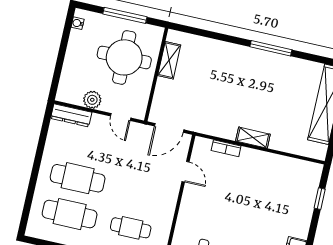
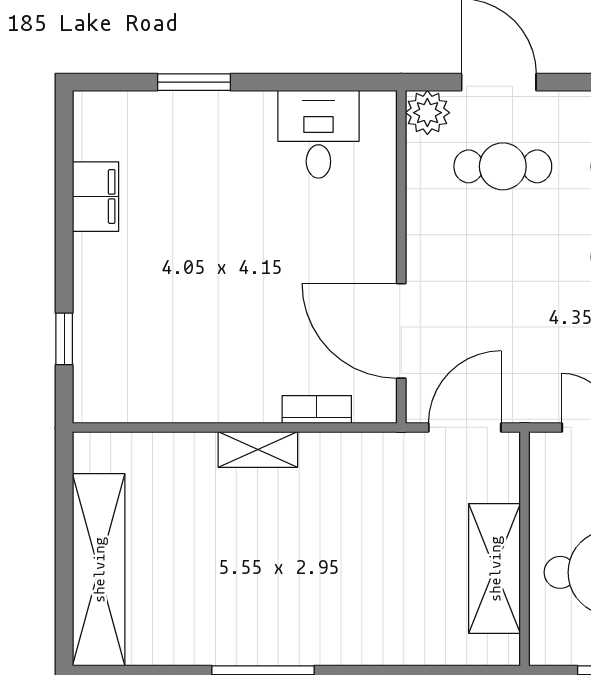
shelving: (169, 60) -> (495, 569), width x1.50, depth x1.33
door: (186, 172) -> (401, 331), width x1.87

